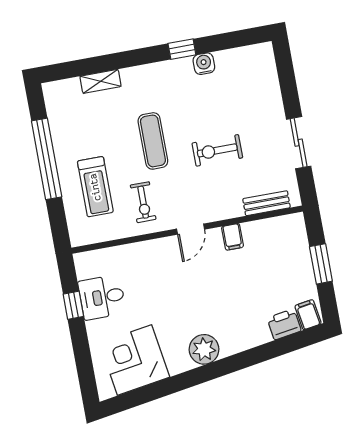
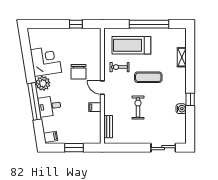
sliding door: (299, 143) -> (163, 148), moved
treadmill: (95, 187) -> (131, 45), width x1.37, depth x1.38
chair: (167, 283) -> (78, 72), added
desk: (102, 297) -> (50, 106), moved, turned -99
printer: (284, 324) -> (48, 124), removed
corner desk: (134, 360) -> (46, 61), moved
window: (243, 360) -> (34, 101), added

